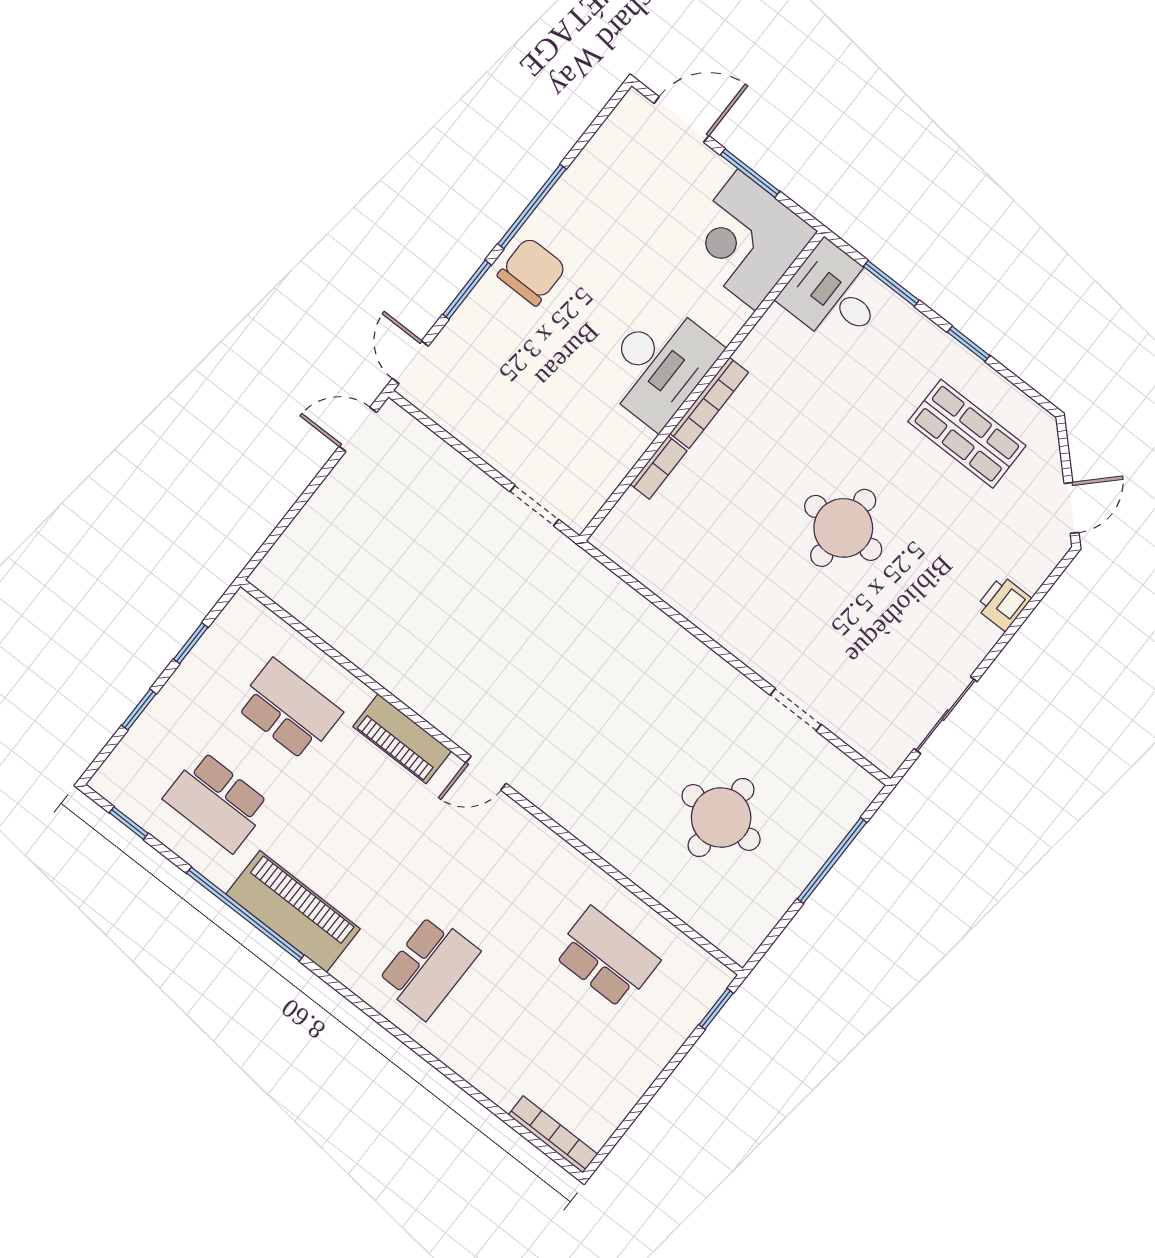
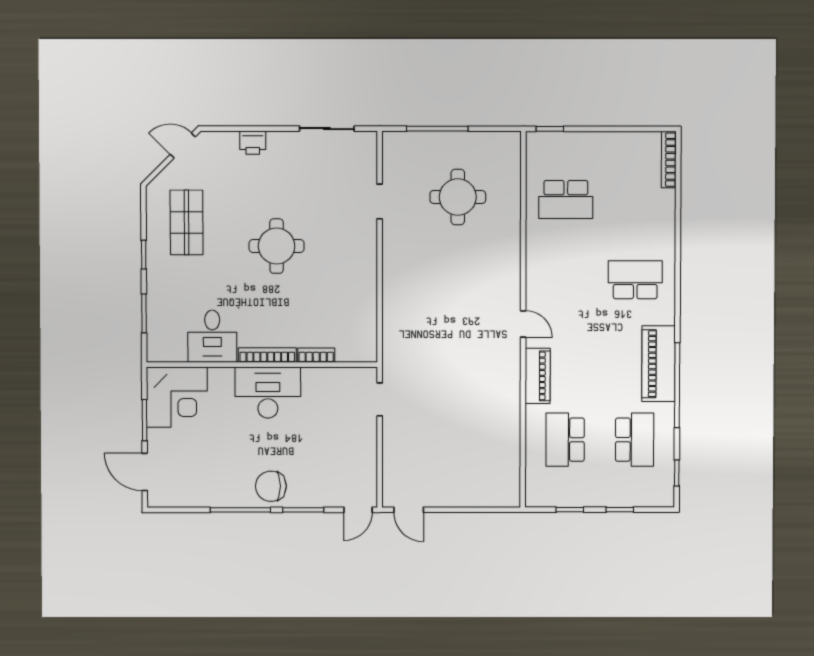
desk: (834, 295) -> (212, 336), moved
school desk: (606, 958) -> (566, 200), turned -90

